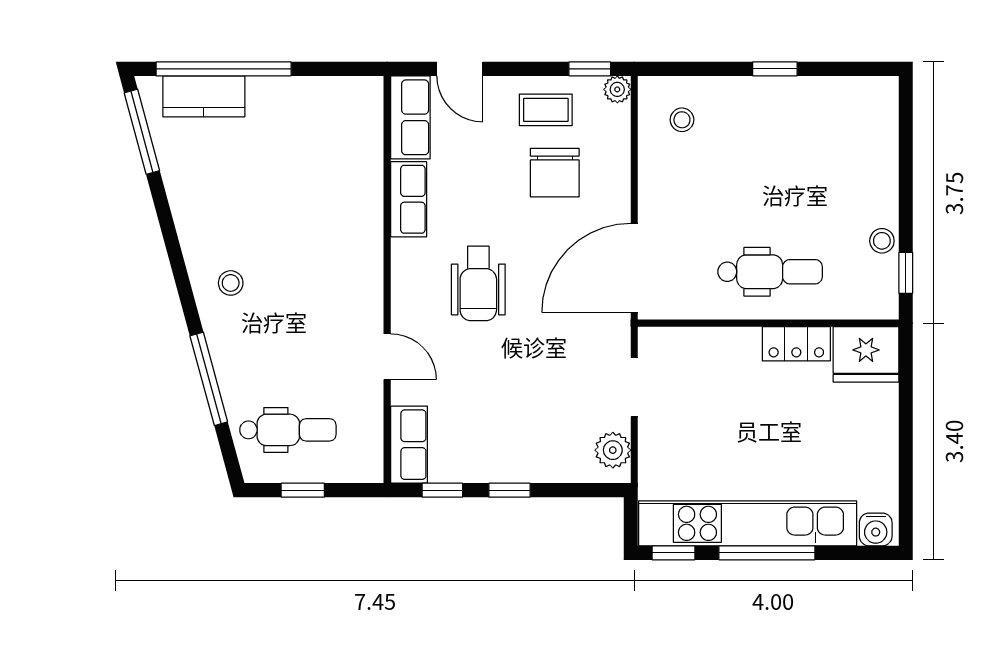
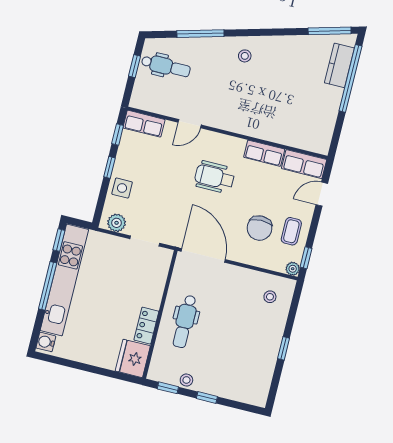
chair: (555, 173) -> (260, 228), turned -90
window: (906, 193) -> (207, 397), added
dental chair: (288, 430) -> (166, 66), turned -90
side table: (543, 456) -> (122, 188), added

